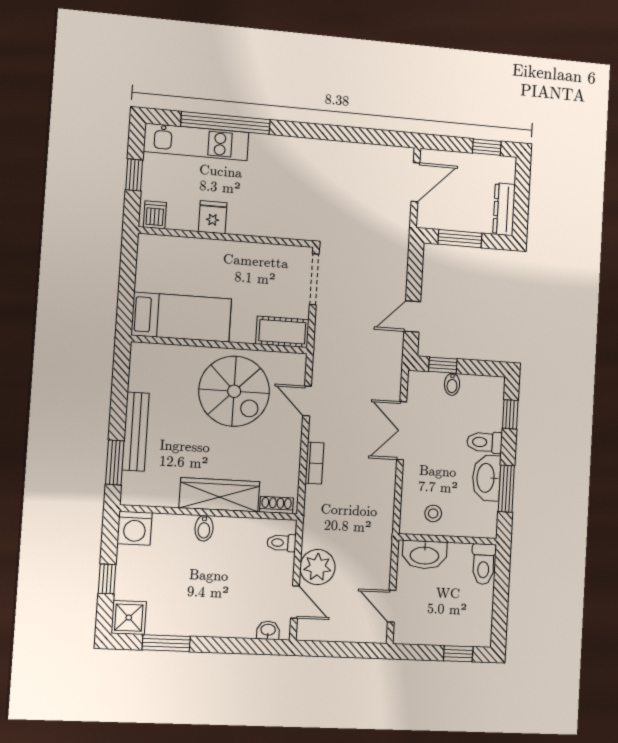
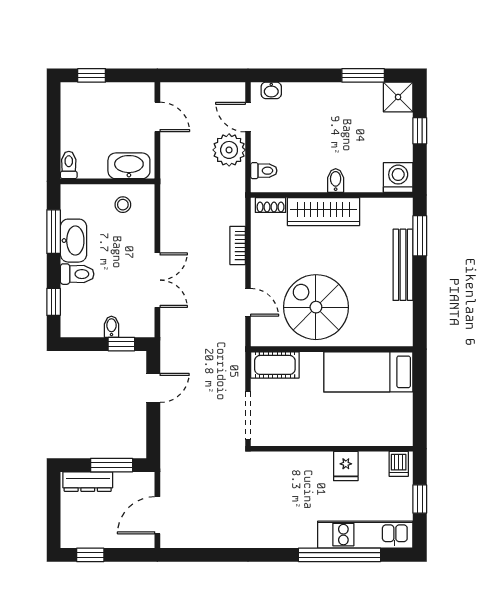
dresser: (504, 209) -> (88, 482), moved, turned 90
toilet: (483, 564) -> (69, 165), width x0.73, depth x0.72

